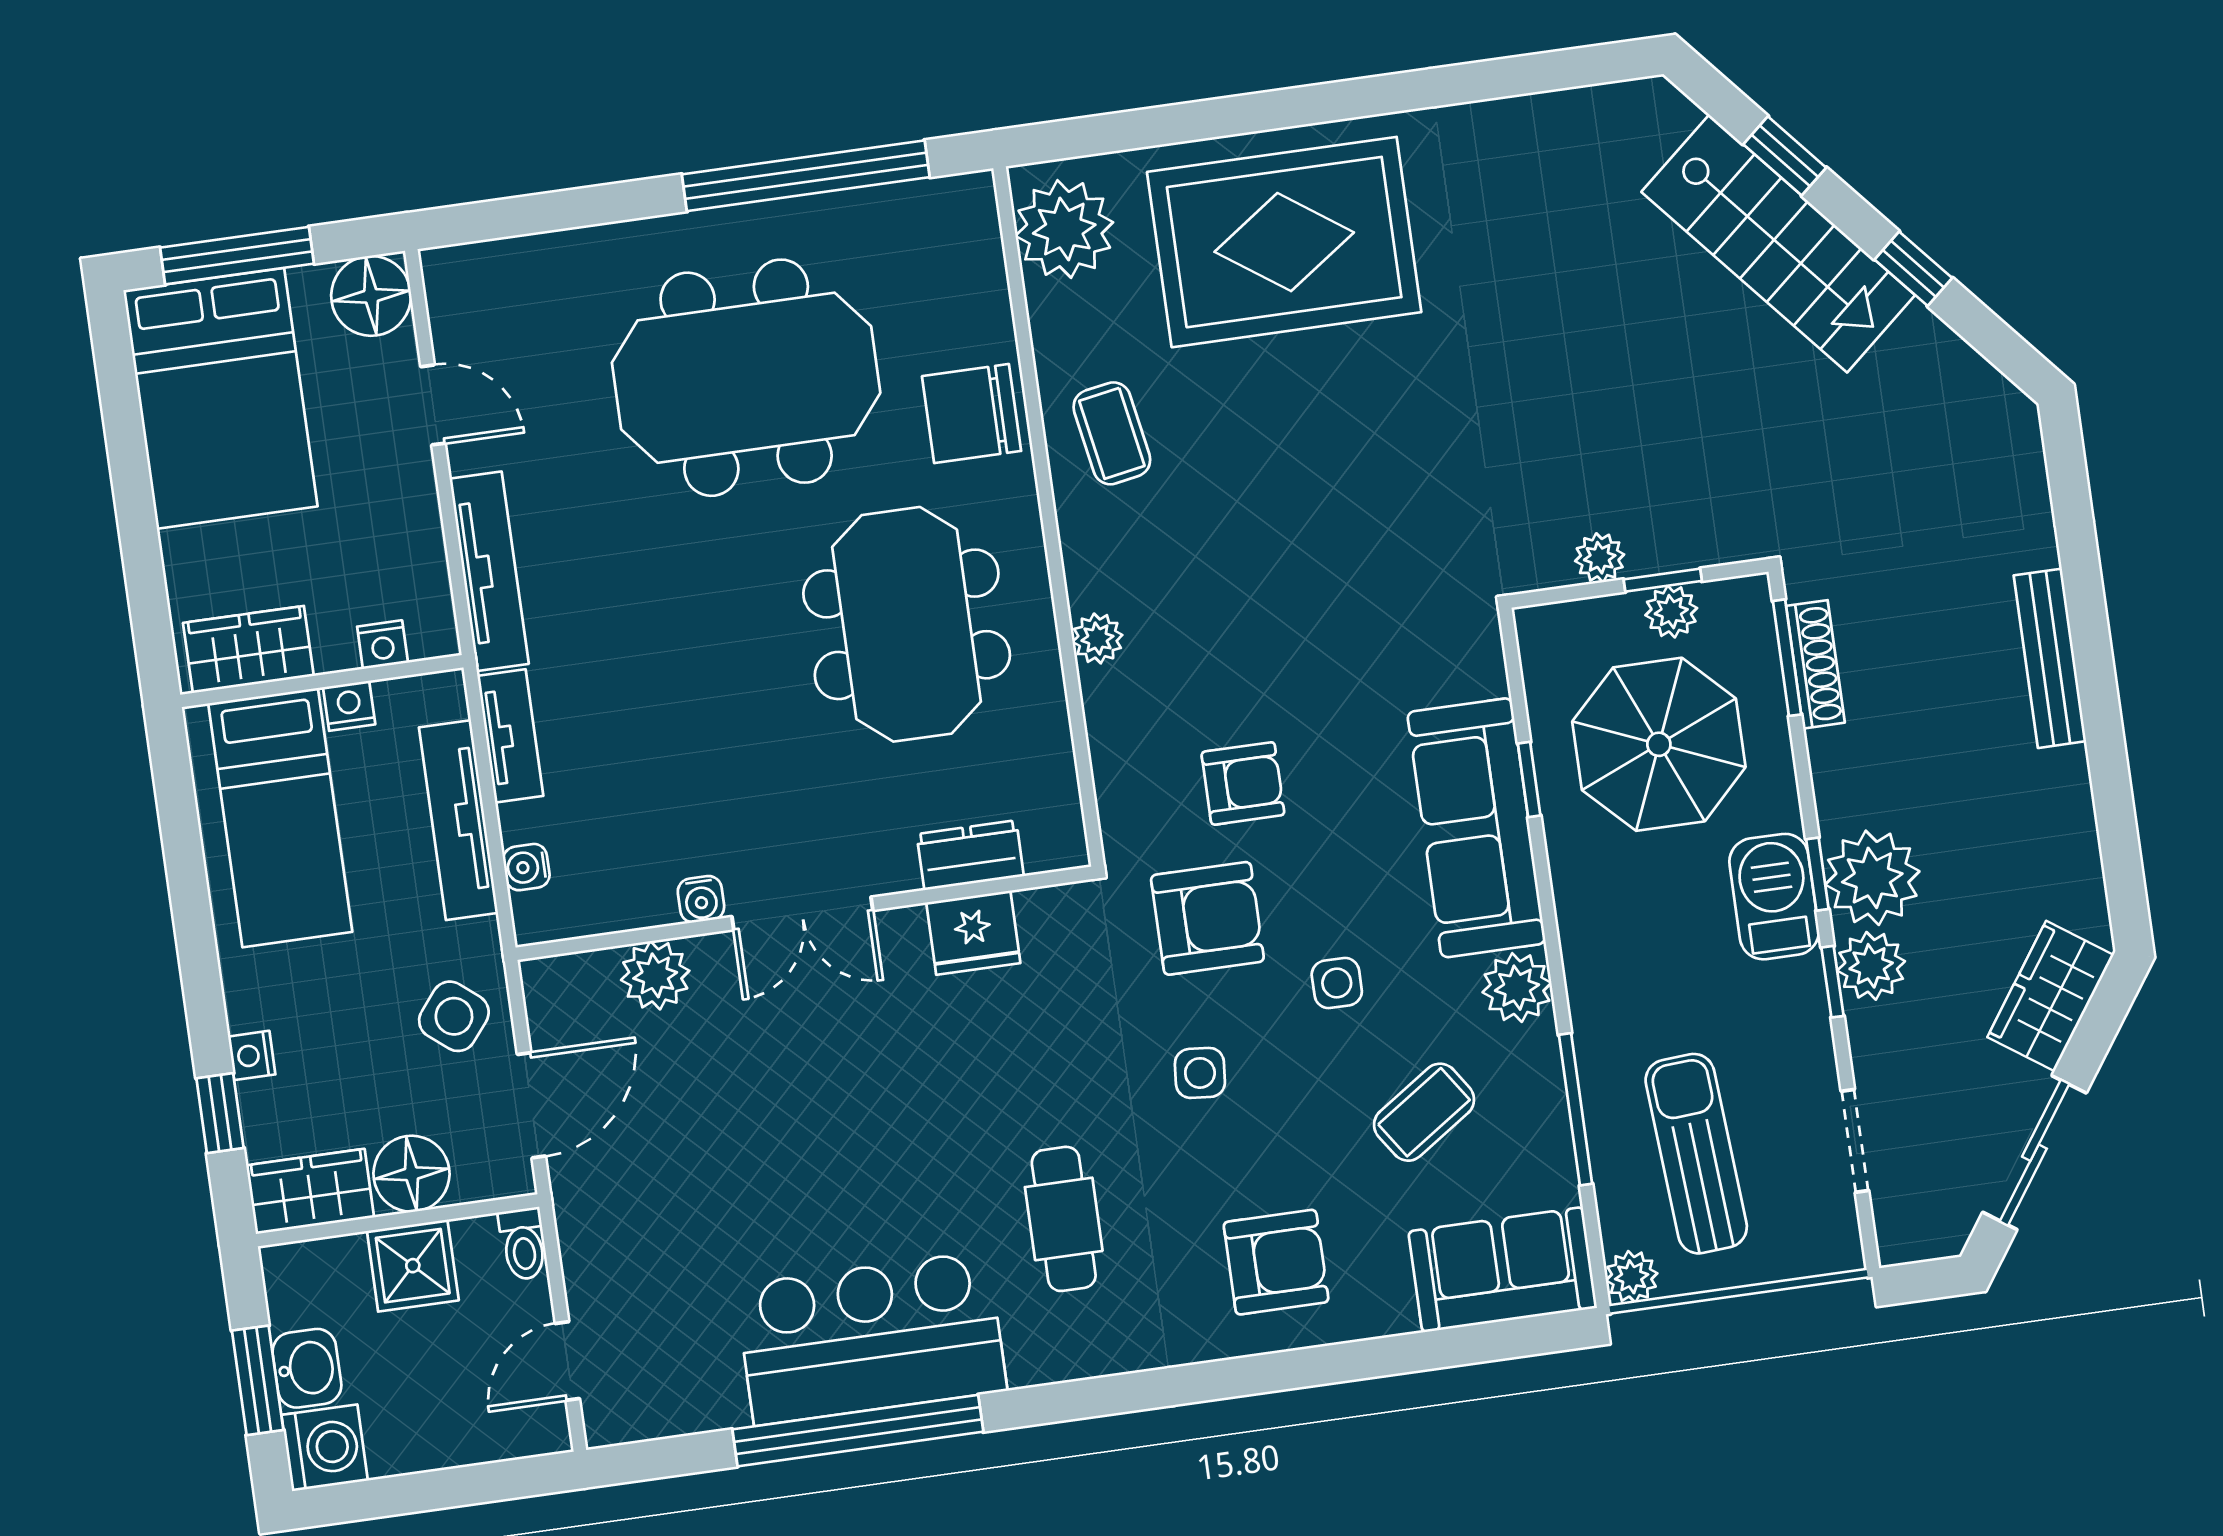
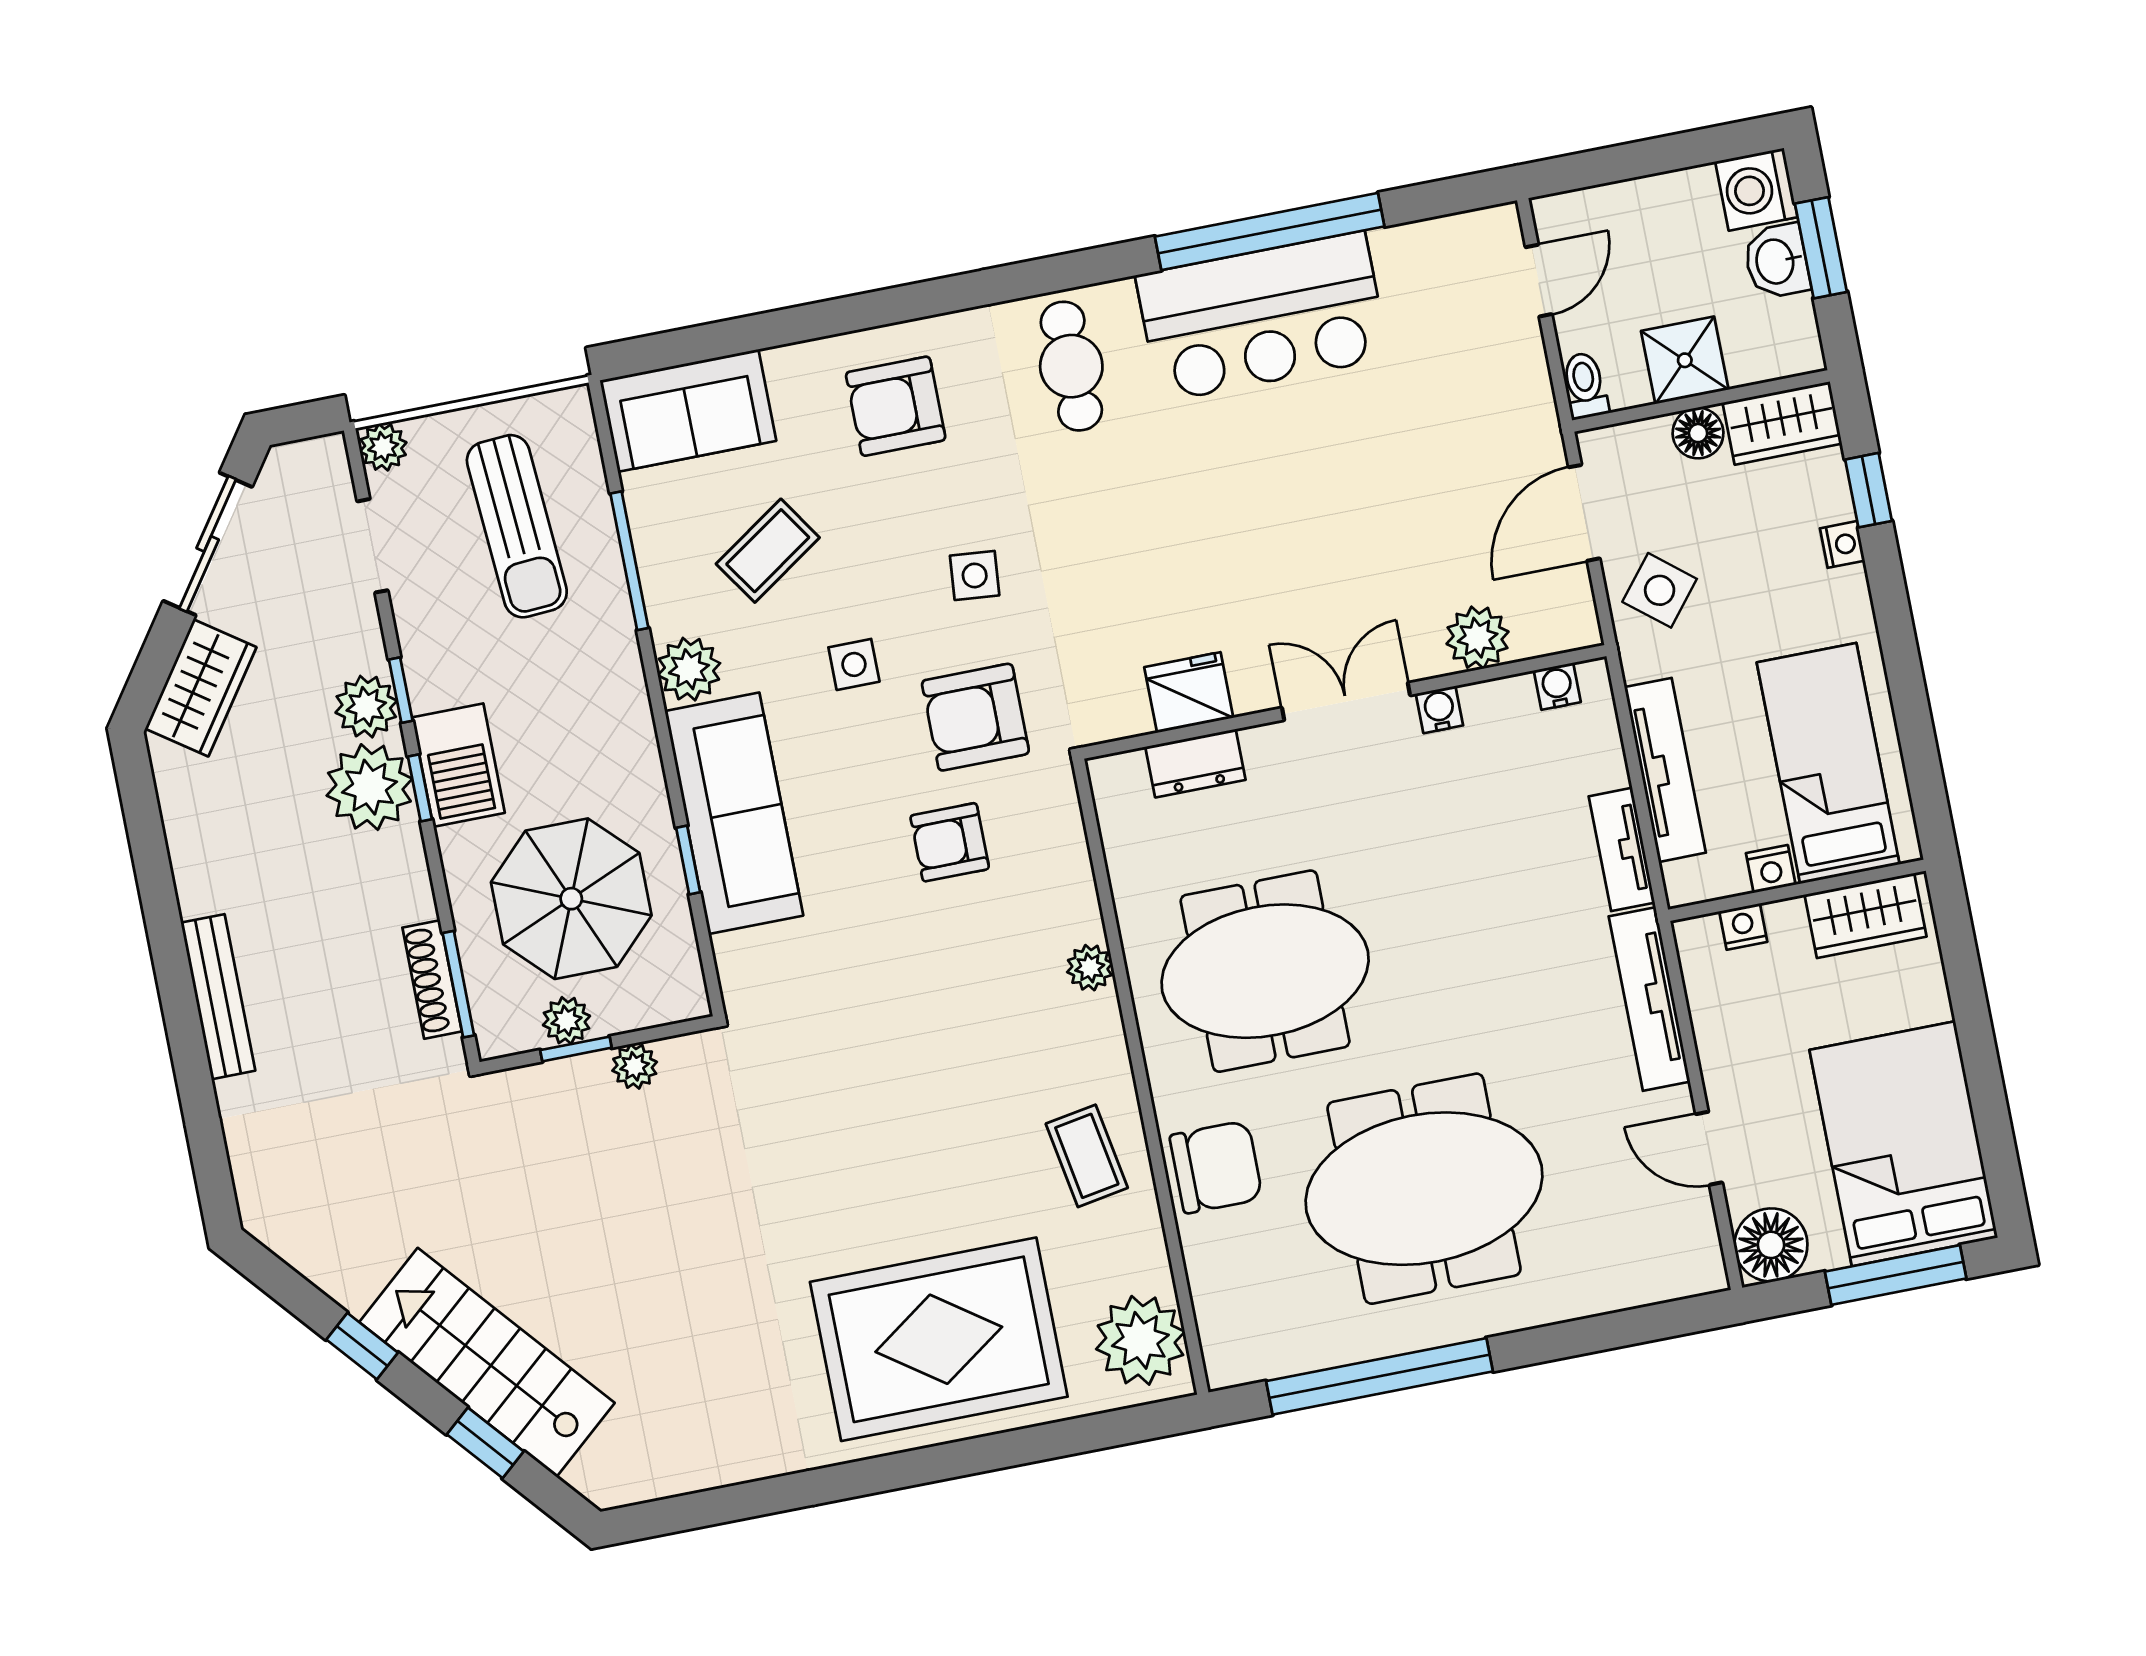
meeting table: (907, 624) -> (1265, 971), turned 90
water cooler: (526, 867) -> (1557, 686), moved, turned -90
floor lamp: (411, 1174) -> (1698, 433), width x0.73, depth x0.73
cafe table: (1064, 1219) -> (1071, 366), moved
plant: (1632, 1277) -> (383, 447), moved

